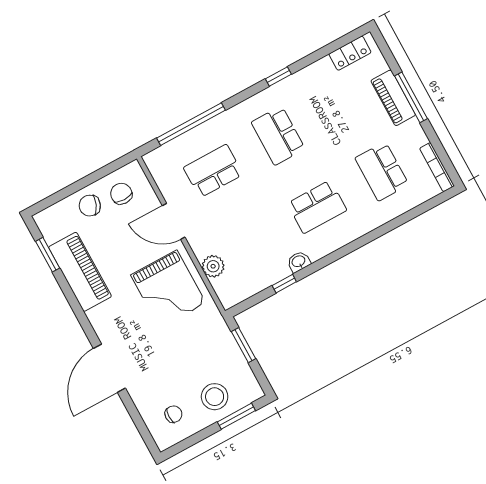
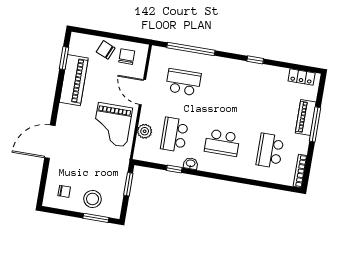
school desk: (278, 136) -> (174, 135), moved

